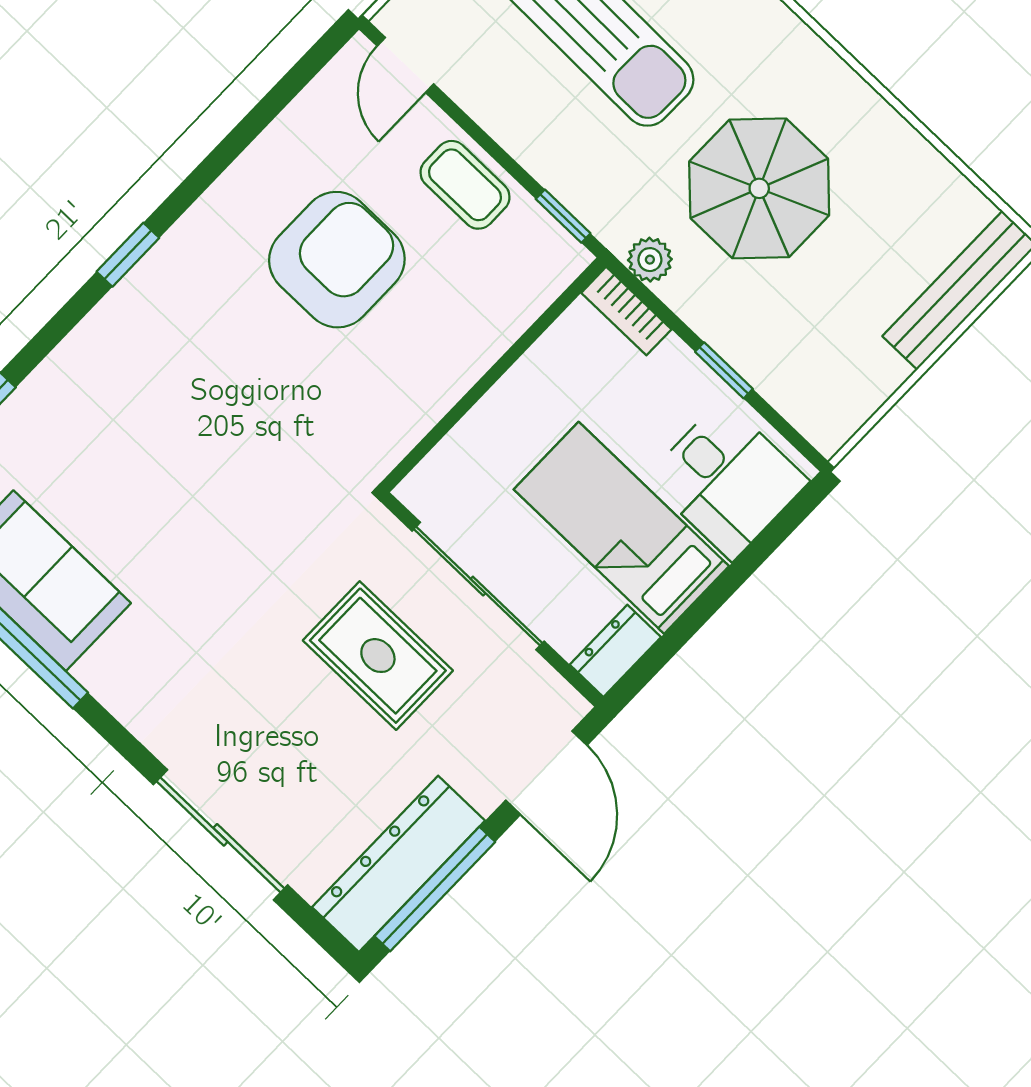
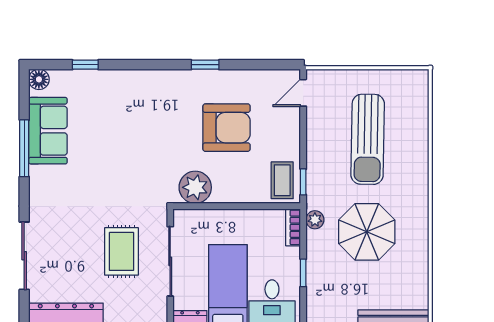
coffee table: (465, 185) -> (282, 180), moved
window: (128, 255) -> (205, 65), moved
plant: (389, 416) -> (195, 187), added

